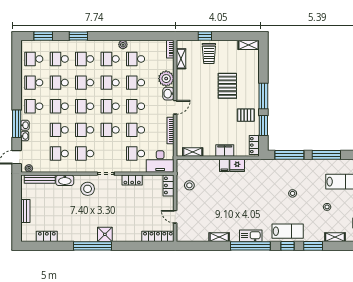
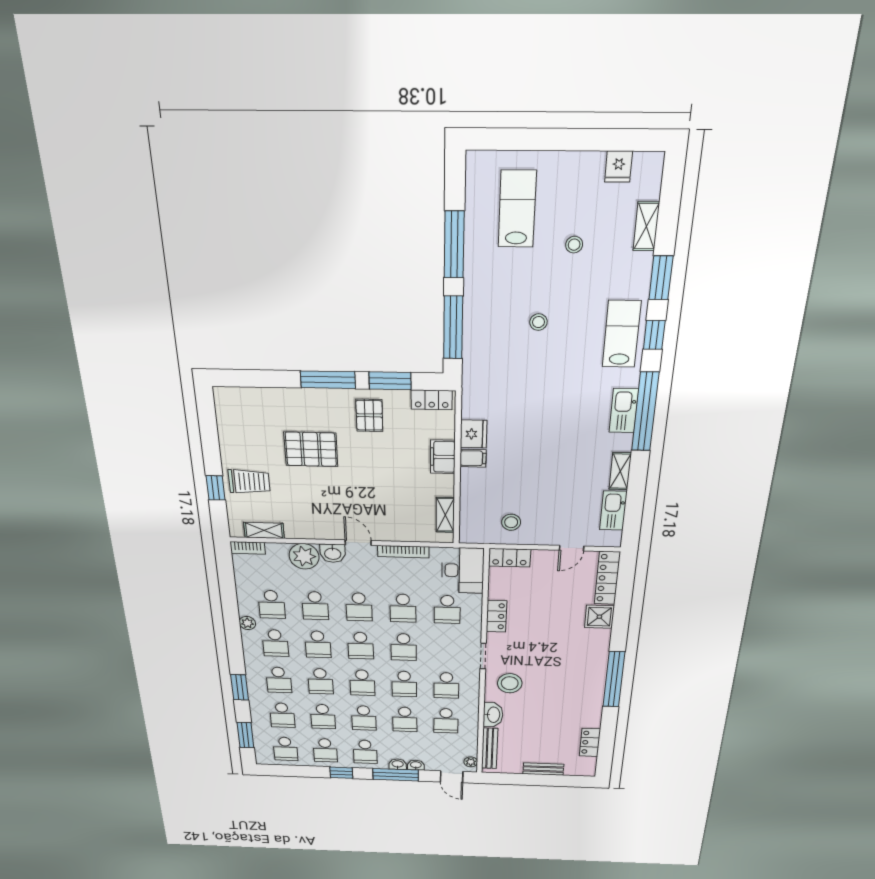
shelving: (249, 45) -> (224, 407), removed
window: (17, 91) -> (341, 773), added
shower: (105, 234) -> (599, 617), moved
kitchen sink: (197, 236) -> (613, 511), added

